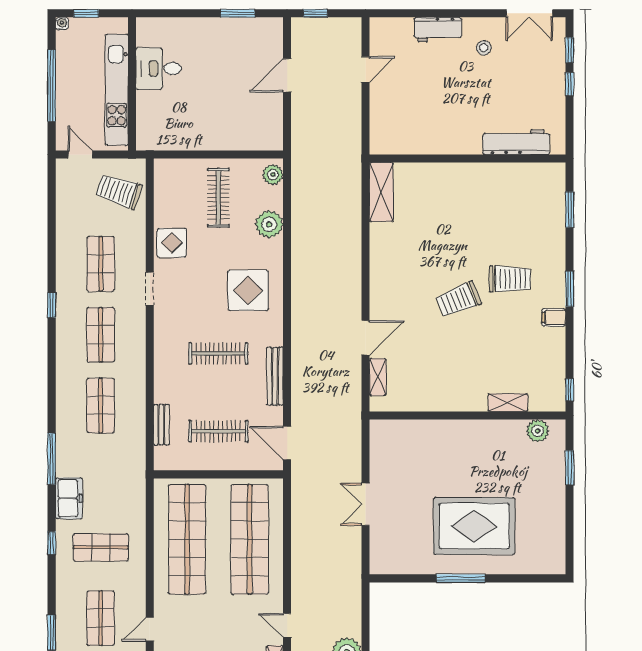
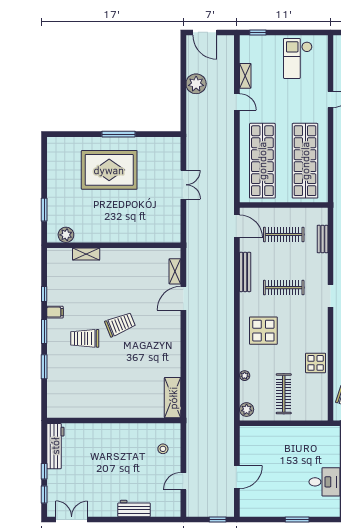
window: (238, 13) -> (297, 520), moved
stool: (484, 48) -> (163, 449), moved
workbench: (516, 142) -> (55, 446), moved, turned -90
window: (570, 210) -> (44, 367), moved
plant: (269, 224) -> (245, 376), width x0.53, depth x0.53
doorway: (150, 289) -> (331, 296), moved
window: (570, 390) -> (44, 294), moved

